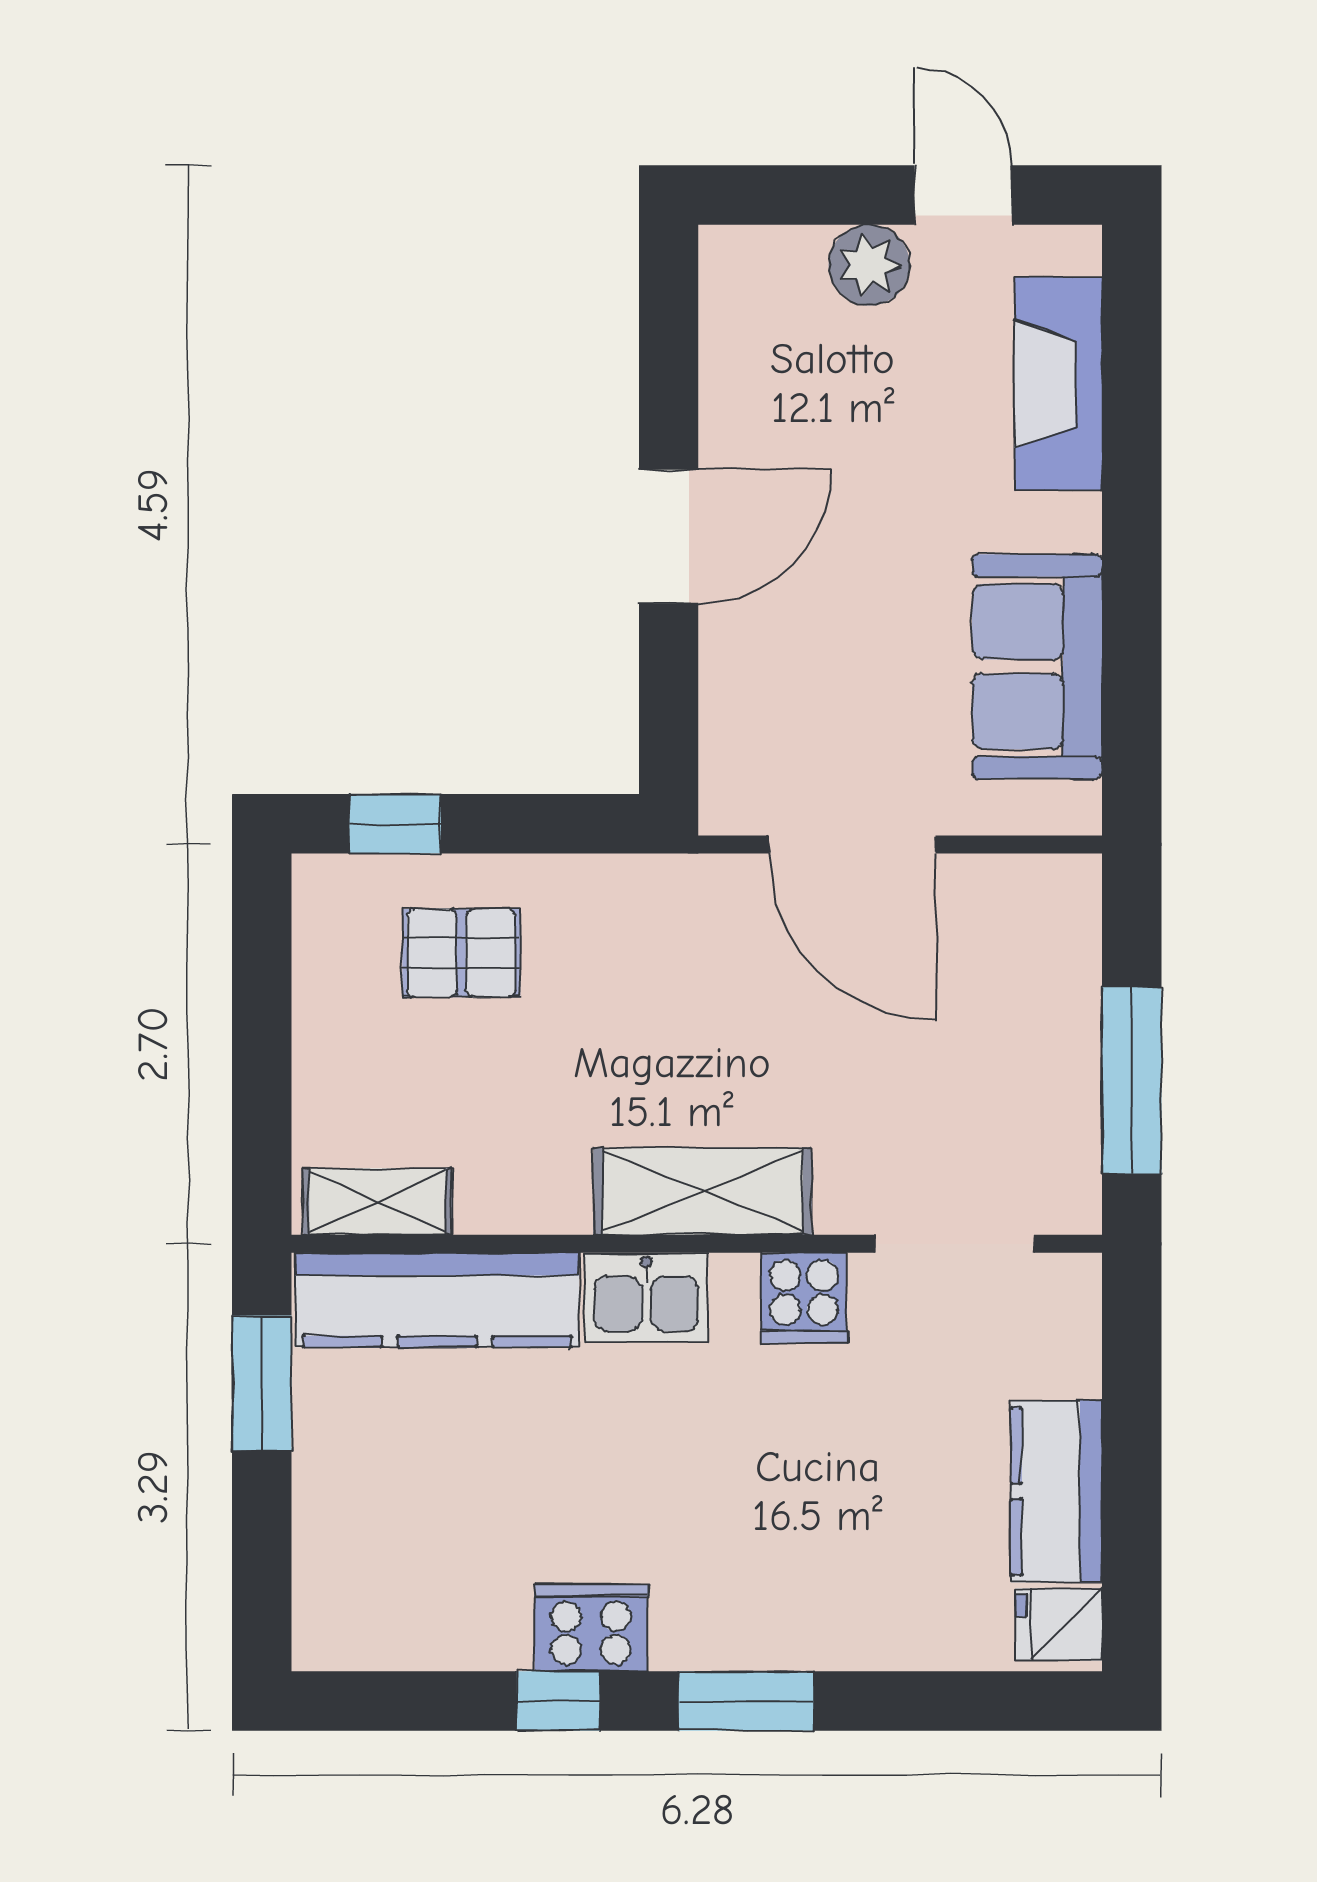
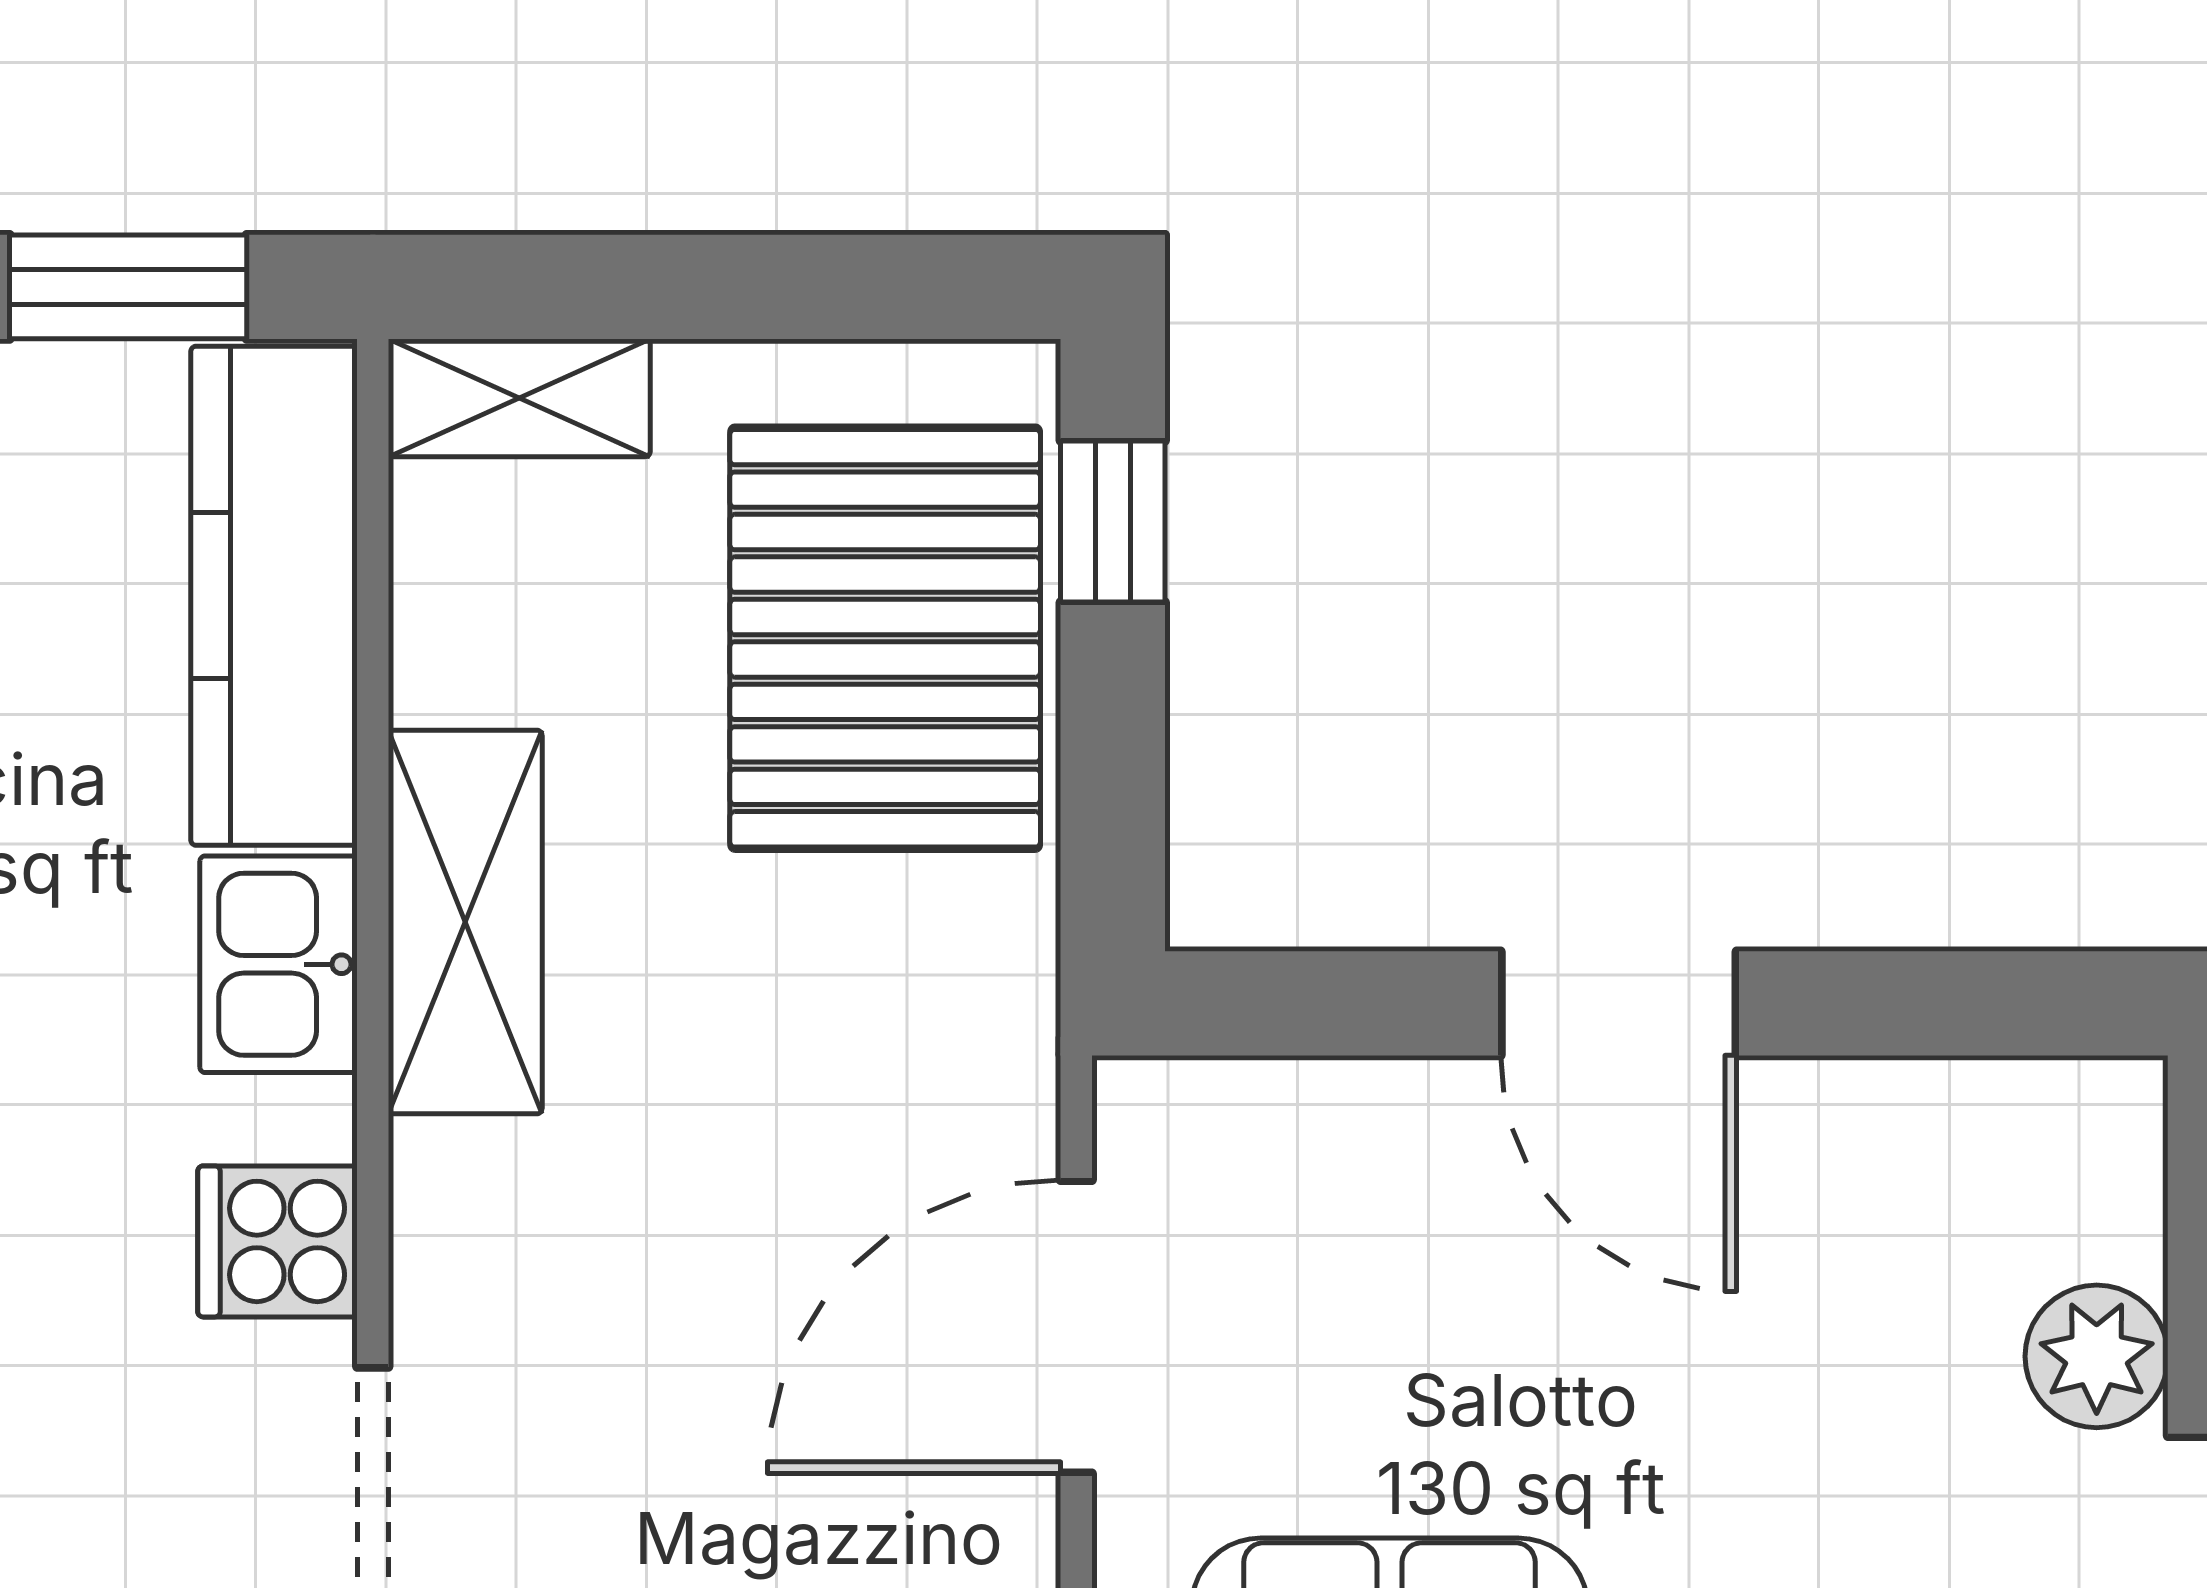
pallet: (461, 953) -> (885, 638), width x2.05, depth x2.00
shelving: (703, 1191) -> (465, 922), moved
shelving: (377, 1202) -> (519, 398), moved, turned 90

